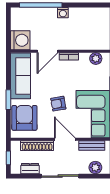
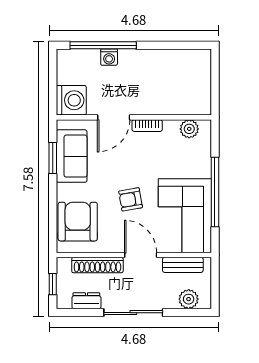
washing machine: (63, 13) -> (109, 57), moved
sofa: (21, 76) -> (72, 156), width x0.73
window: (8, 100) -> (53, 158), moved

